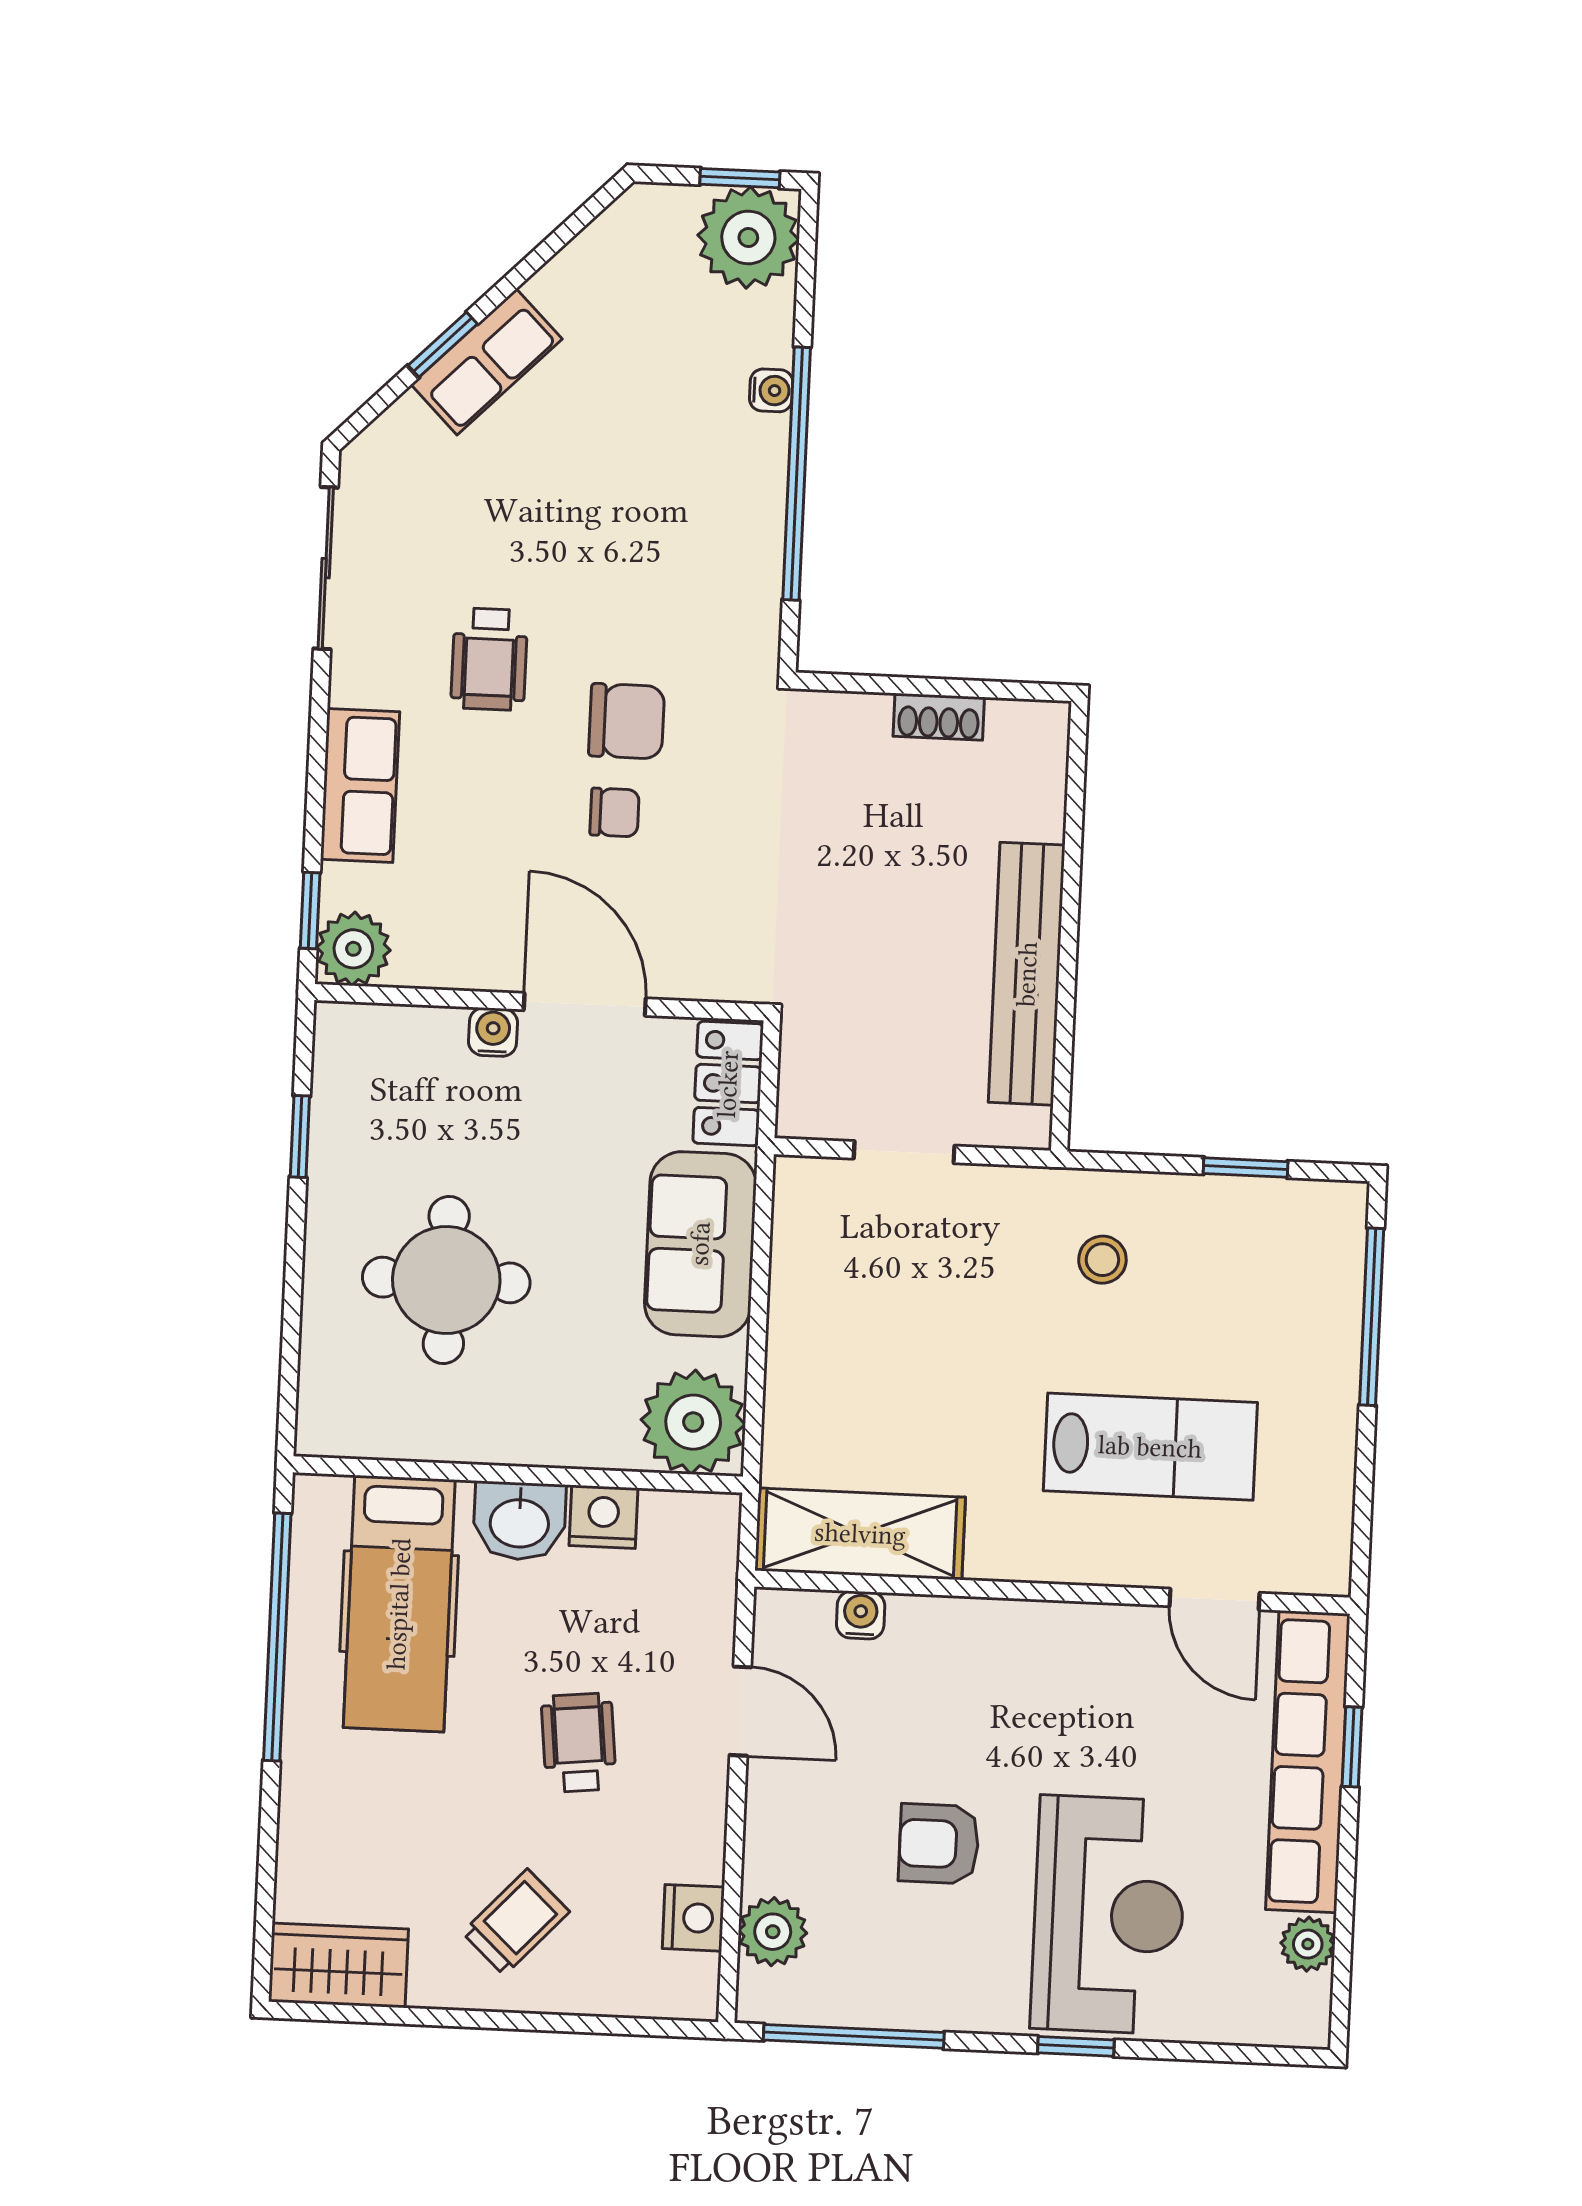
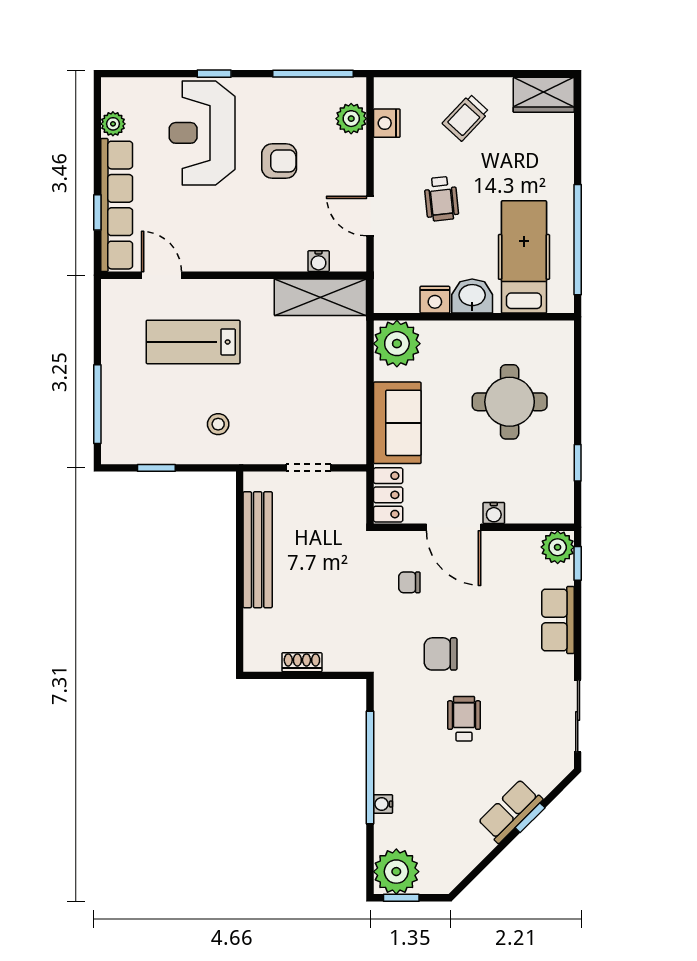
wheelchair: (489, 659) -> (464, 719), moved
chair: (614, 812) -> (409, 582), moved

